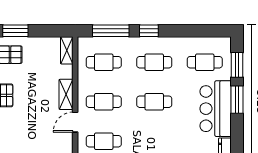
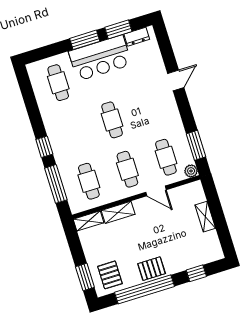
cafe table: (154, 62) -> (74, 132), removed
window: (237, 65) -> (118, 29), moved
shelving: (66, 94) -> (118, 212), moved

